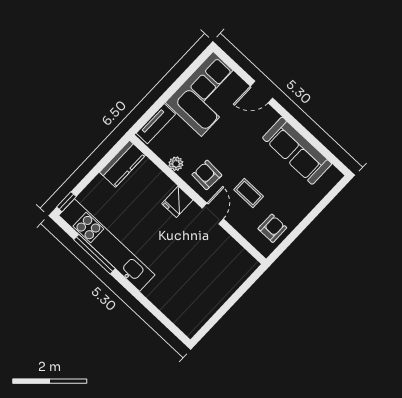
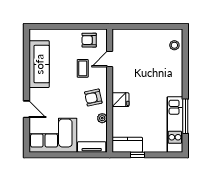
armchair: (207, 175) -> (93, 98), turned 75
window: (66, 202) -> (138, 155), moved
door: (213, 214) -> (110, 59), moved
kitchen unit: (107, 245) -> (175, 124), width x0.73
stool: (181, 314) -> (174, 45), added

